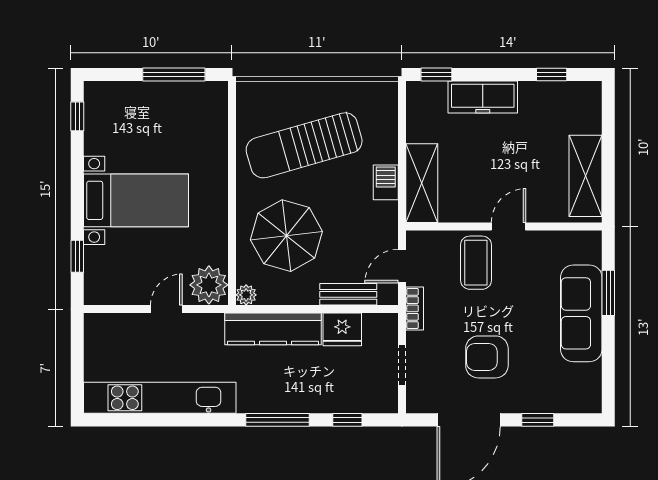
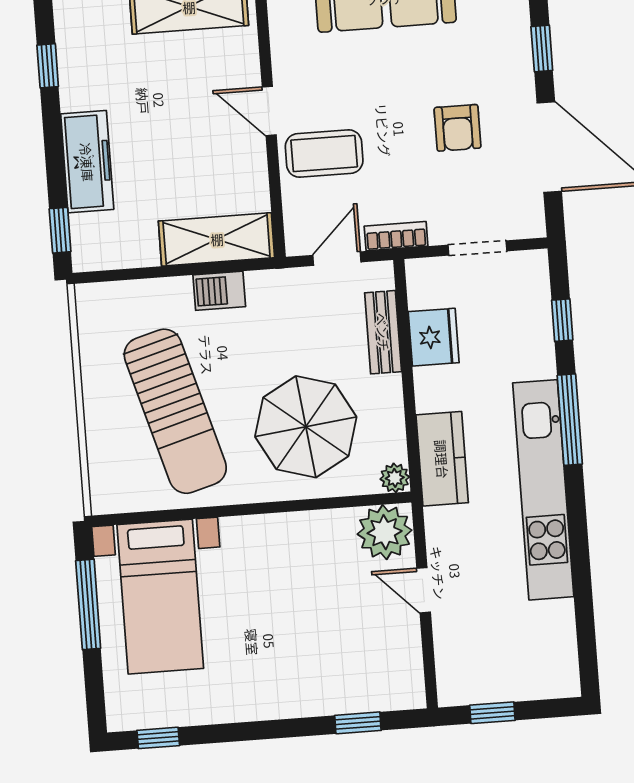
bed with nightstands: (136, 200) -> (160, 597), moved, turned 180
door: (402, 266) -> (337, 259), swing flipped
kitchen counter: (273, 329) -> (442, 459), width x0.67
window: (77, 351) -> (492, 713), added
armchair: (487, 357) -> (457, 128), width x0.72, depth x0.72
kitchen unit: (160, 398) -> (543, 490), moved

